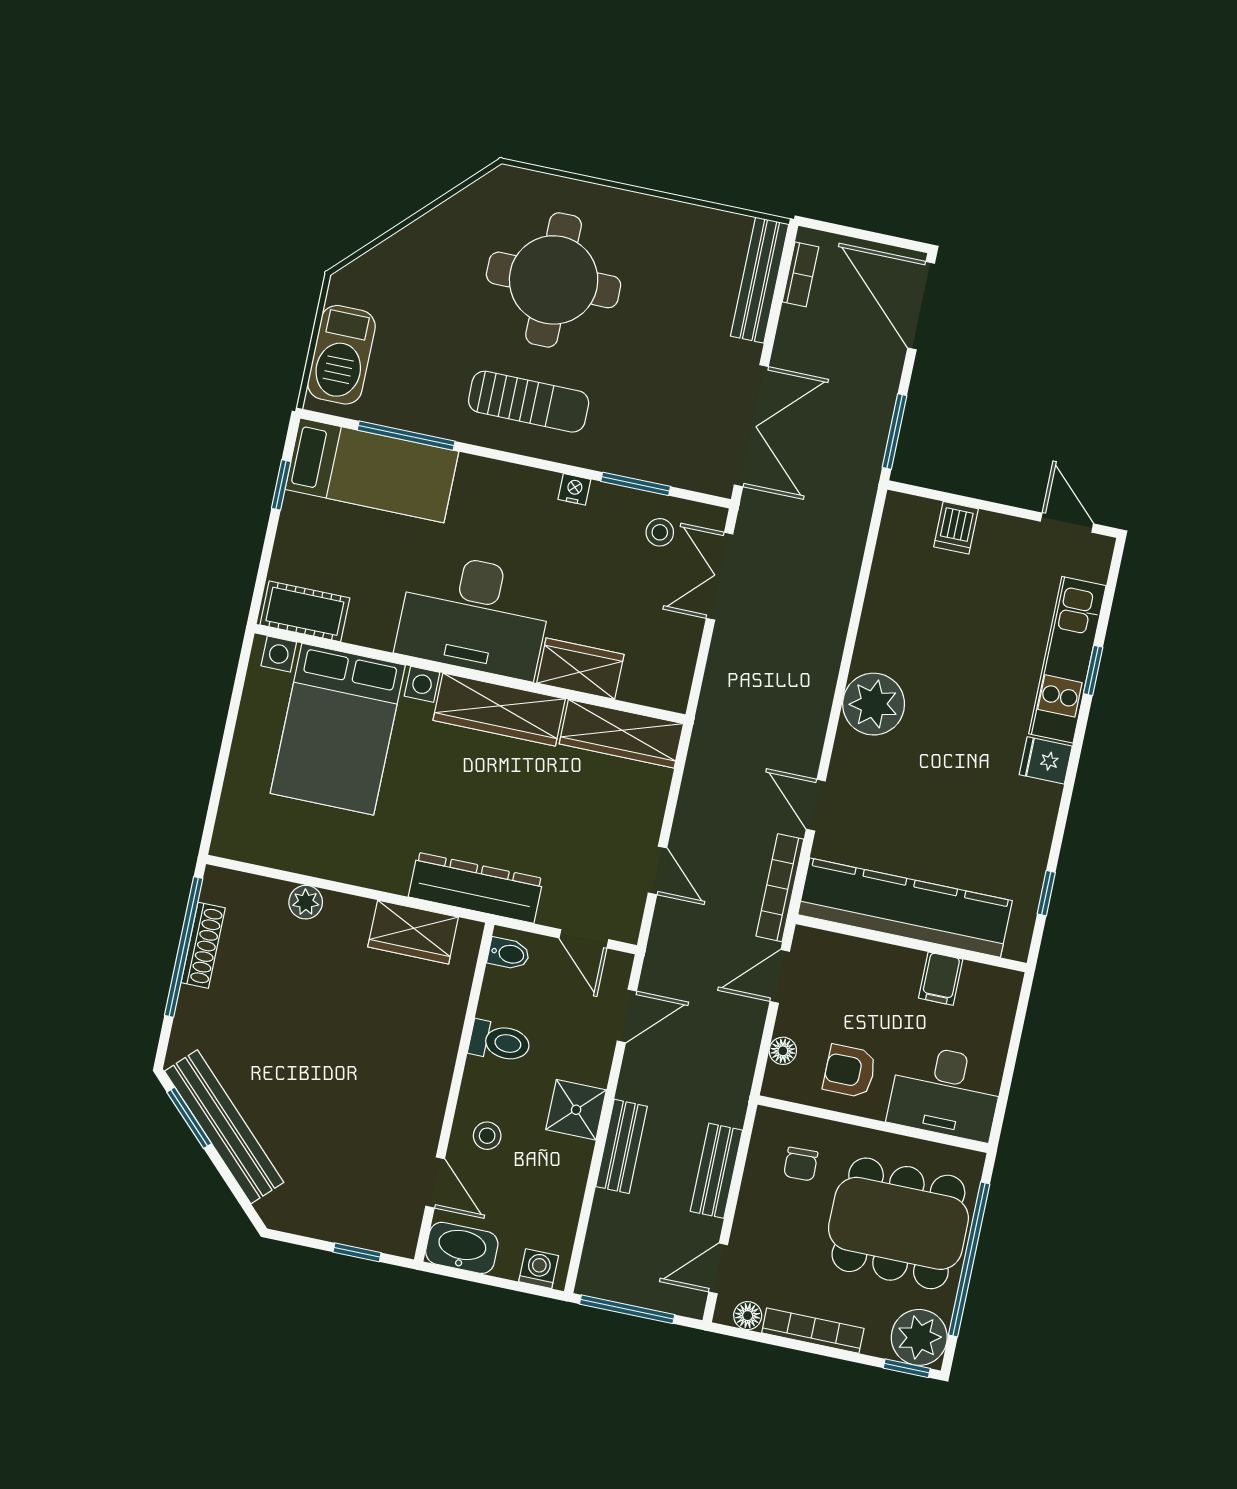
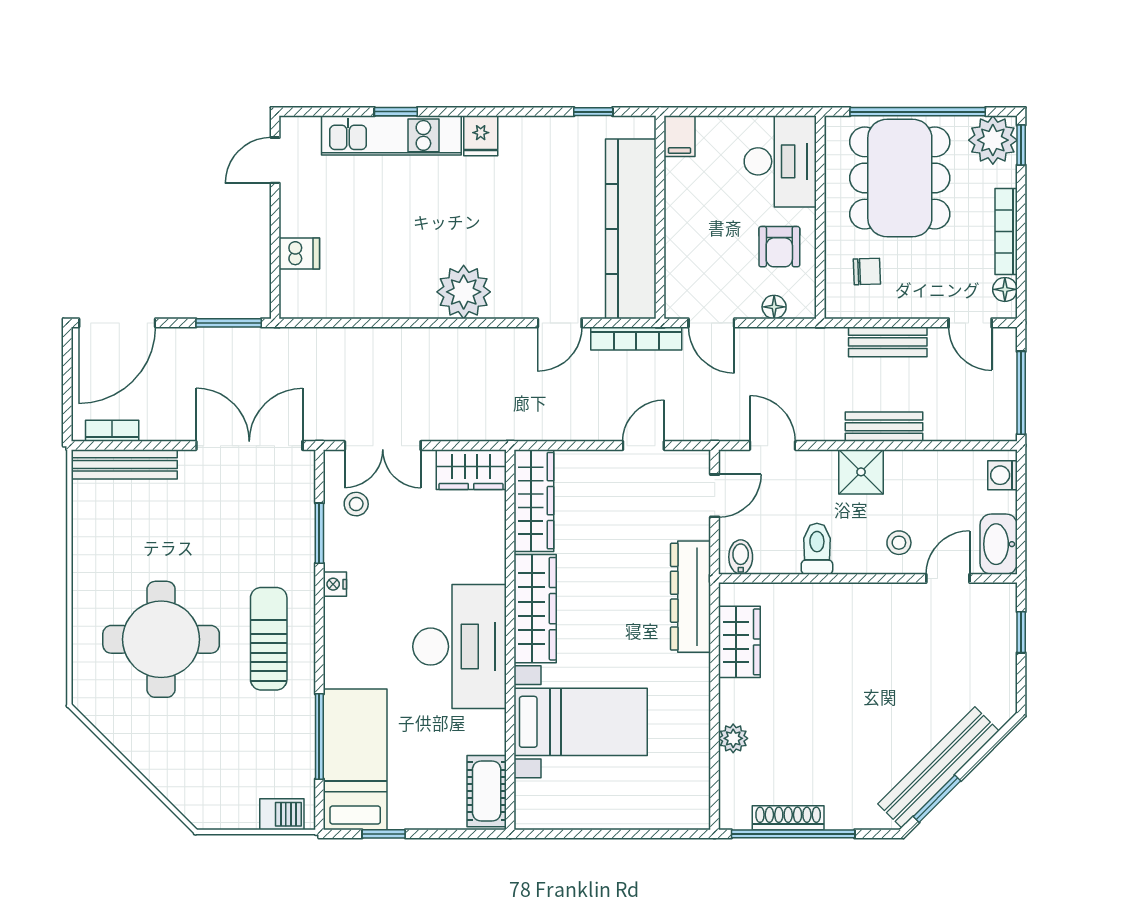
barbecue: (341, 355) -> (282, 814), width x0.53, depth x0.65
wardrobe: (580, 669) -> (471, 470), moved, turned -90
bed with nightstands: (338, 729) -> (581, 722), width x0.73
filing cabinet: (941, 979) -> (679, 136), moved, turned 90

